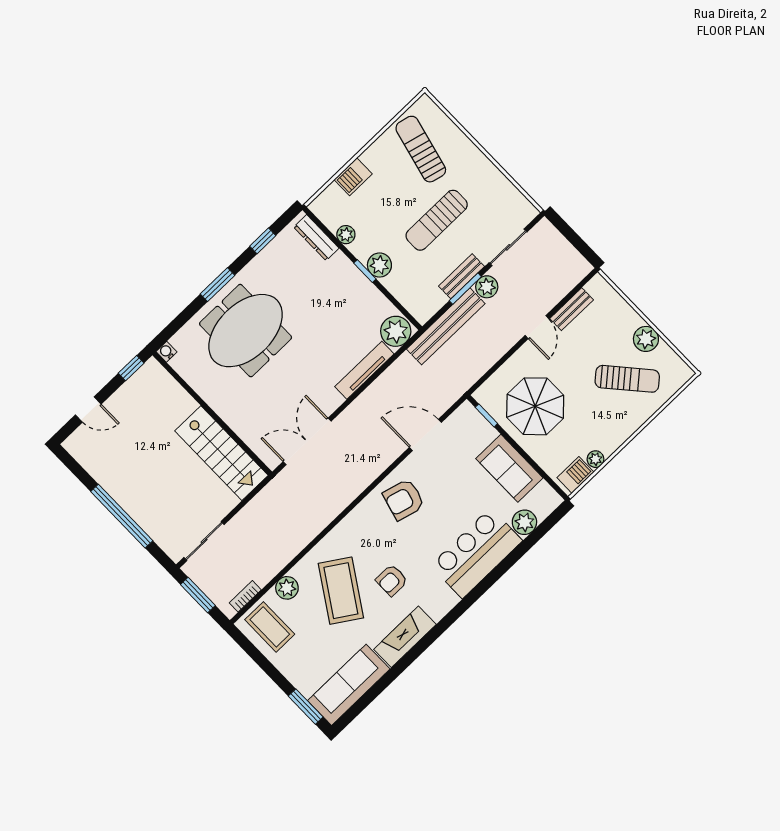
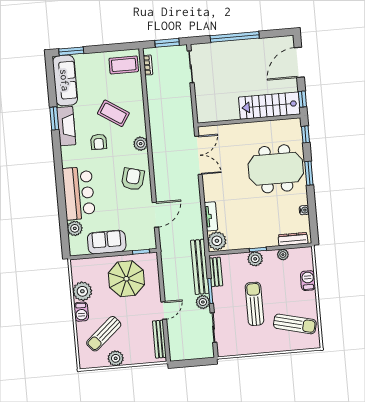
window: (263, 241) -> (305, 134), moved
bench: (462, 276) -> (216, 272), moved
bench: (572, 309) -> (159, 339), width x1.36
door: (537, 327) -> (164, 310), swing flipped
meeting table: (246, 331) -> (276, 169), turned 90
water cooler: (167, 352) -> (304, 210), moved
tv unit: (364, 370) -> (211, 216), width x0.71
door: (88, 409) -> (299, 62), width x1.88
stairs: (221, 453) -> (269, 106), moved
plant: (595, 459) -> (82, 291), width x1.88, depth x1.88
barbecue: (575, 475) -> (81, 312), moved
armchair: (392, 580) -> (99, 142), turned 180
plant: (287, 588) -> (141, 144), moved
coffee table: (341, 591) -> (113, 113), width x0.73, depth x0.76
window: (407, 660) -> (54, 118), added

